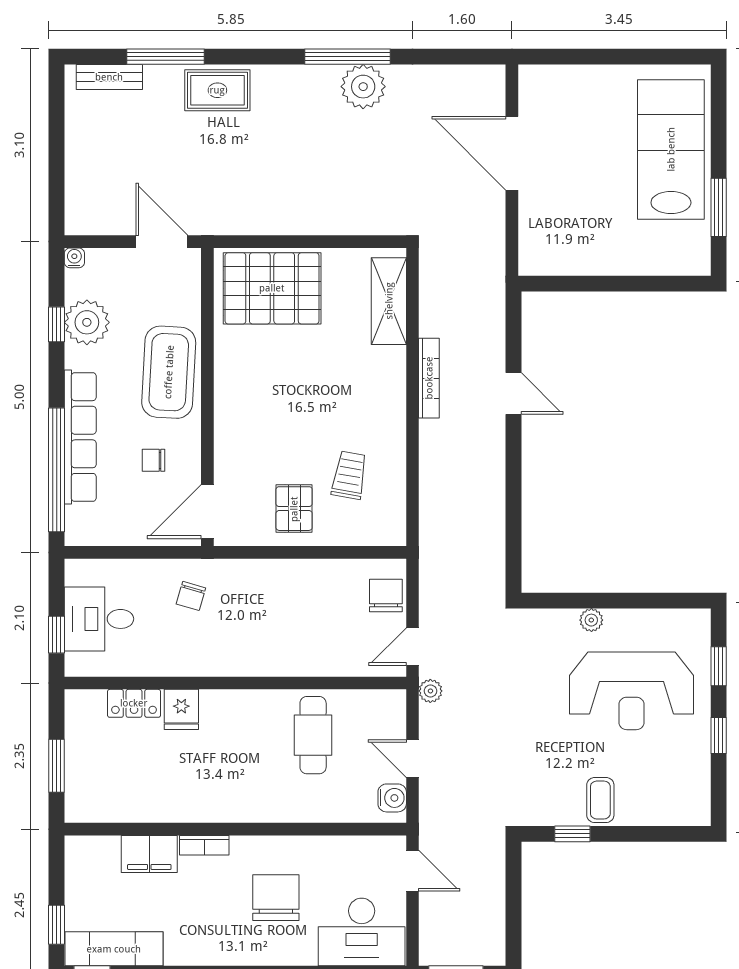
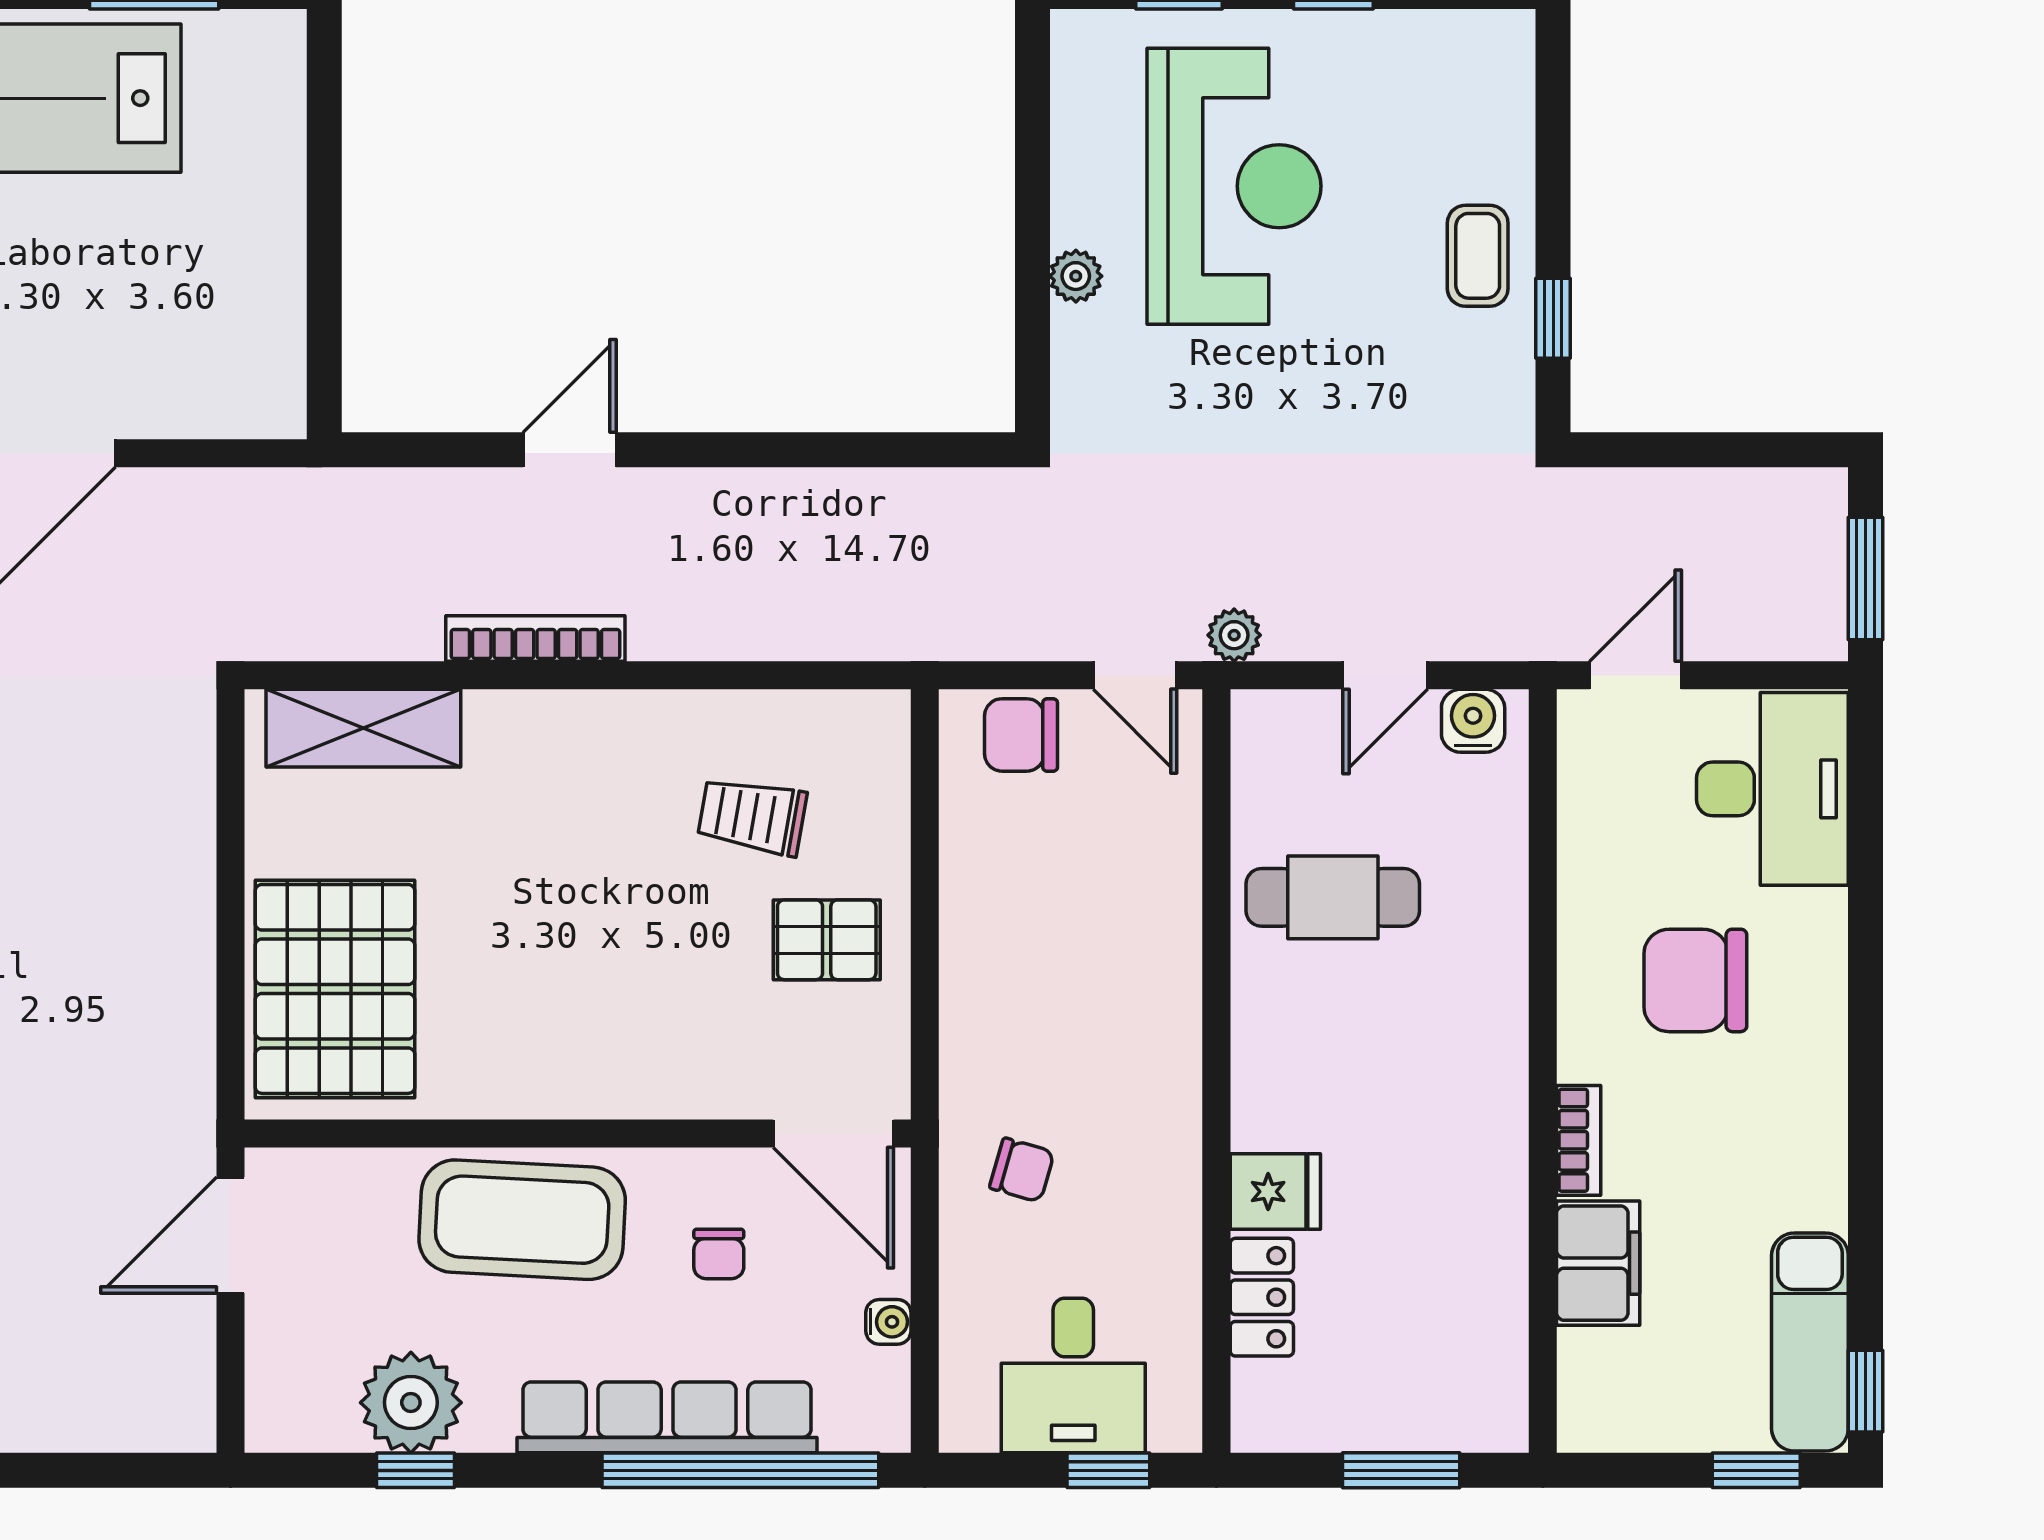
water cooler: (74, 258) -> (888, 1322), moved, turned 180
coffee table: (600, 800) -> (1478, 256), turned 90

